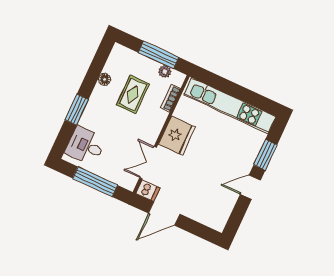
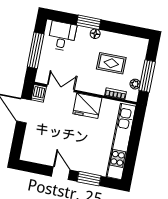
floor lamp: (104, 79) -> (95, 34), moved

